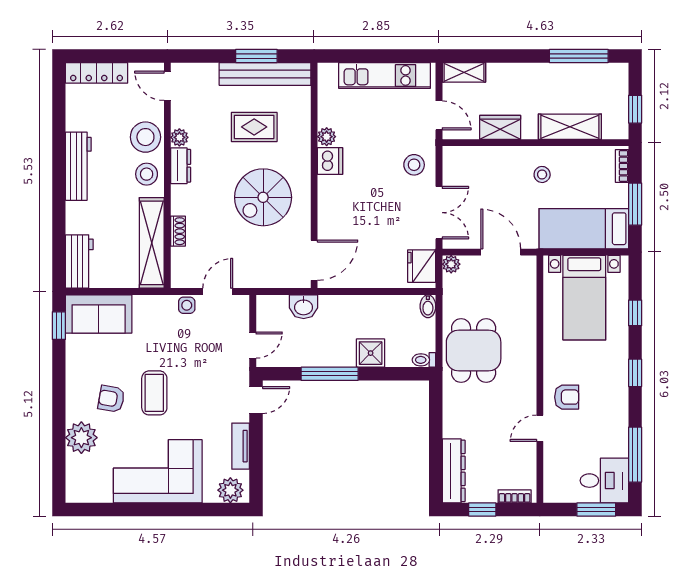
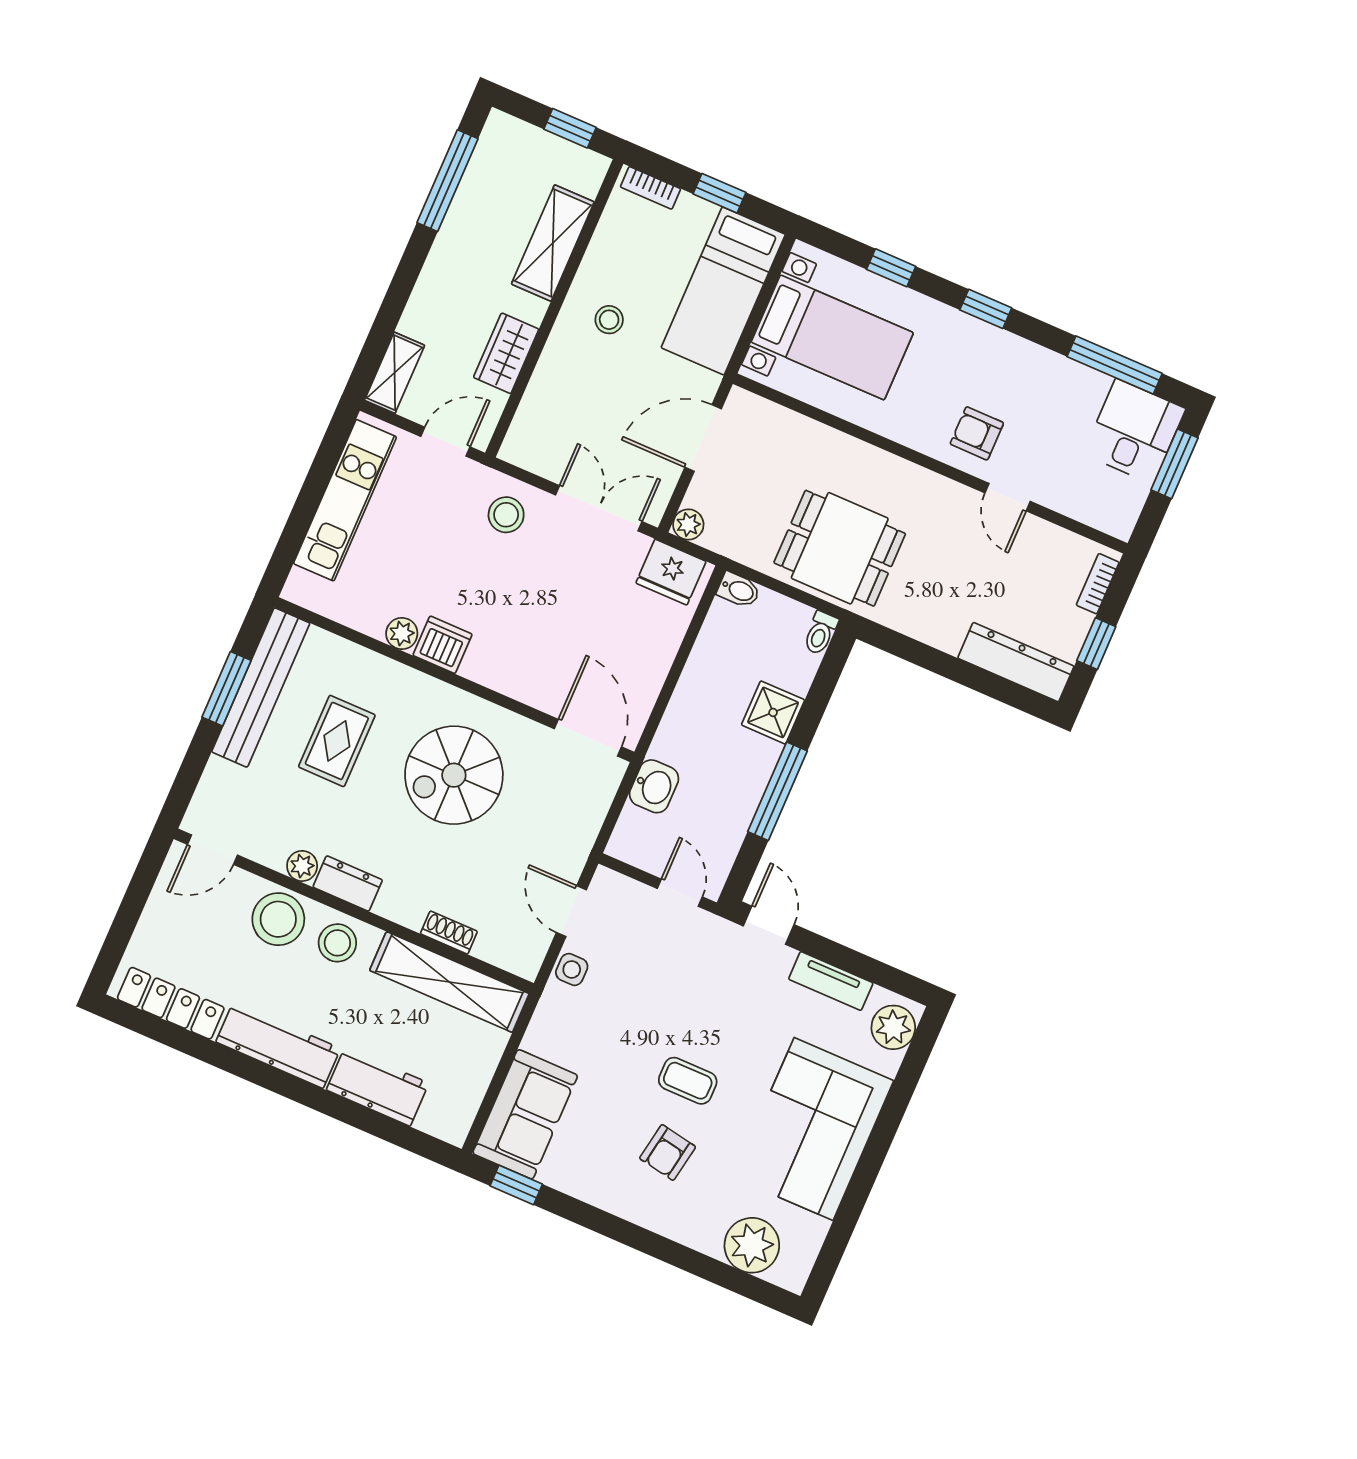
locker: (97, 73) -> (171, 1003), moved, turned -90
spiral stairs: (263, 197) -> (454, 775), turned 90
window: (635, 204) -> (720, 193), width x0.67
workbench: (79, 262) -> (378, 1087), moved
coffee table: (154, 393) -> (688, 1081), width x0.73, depth x0.77
armchair: (567, 397) -> (977, 433), turned -90
plant: (81, 438) -> (752, 1245), moved

